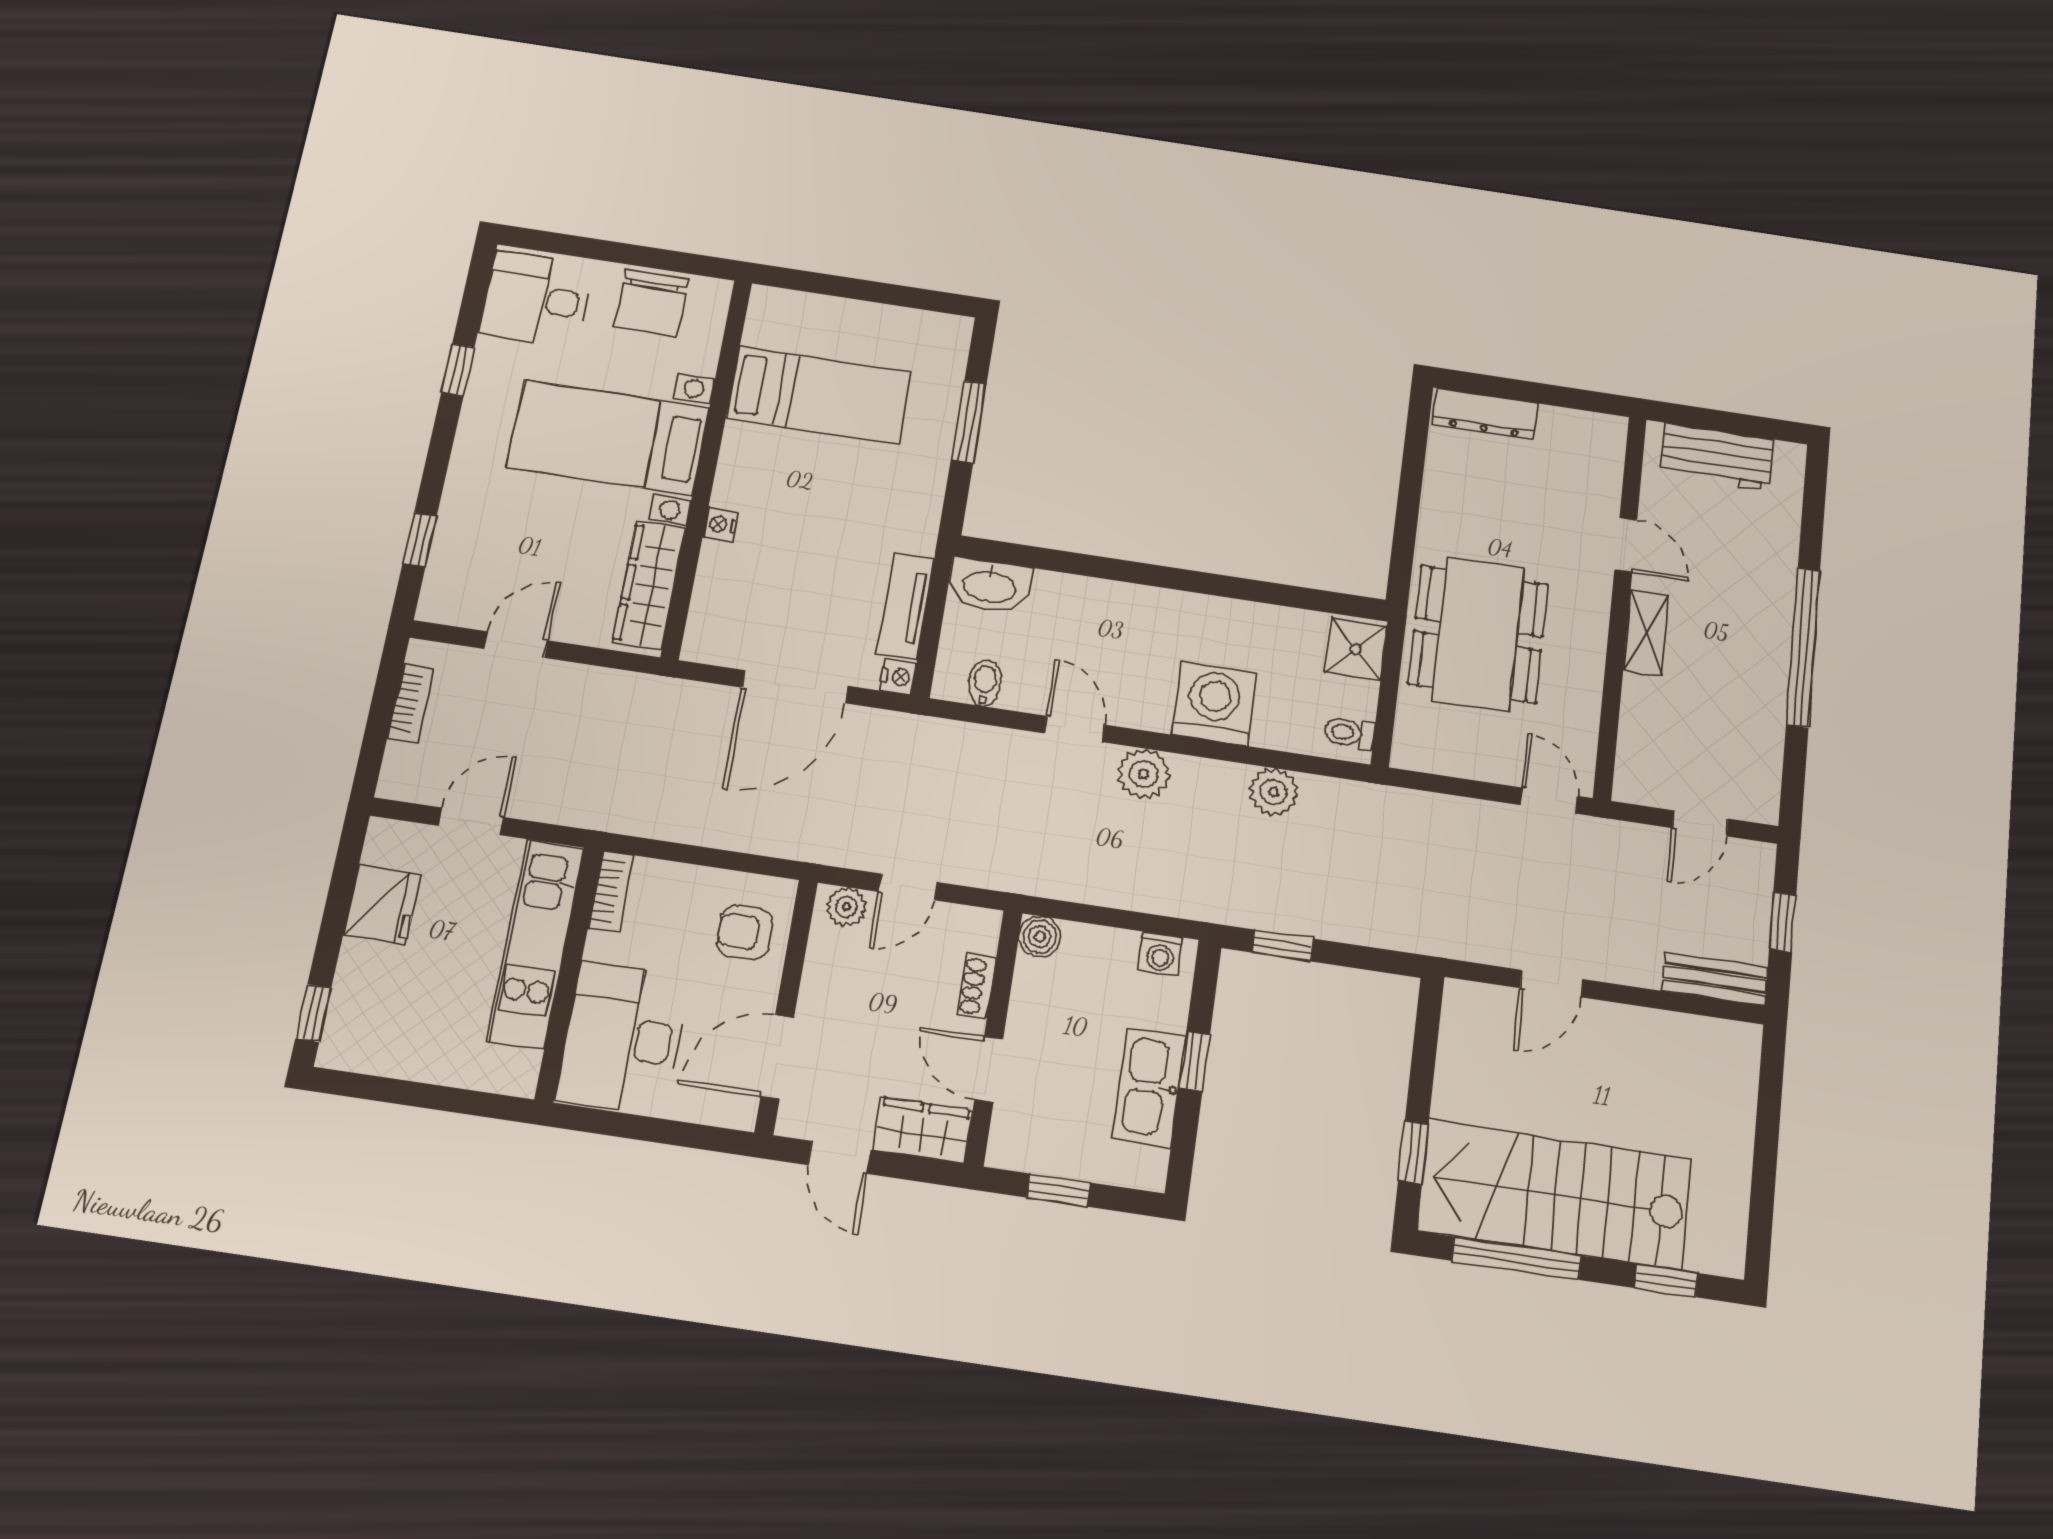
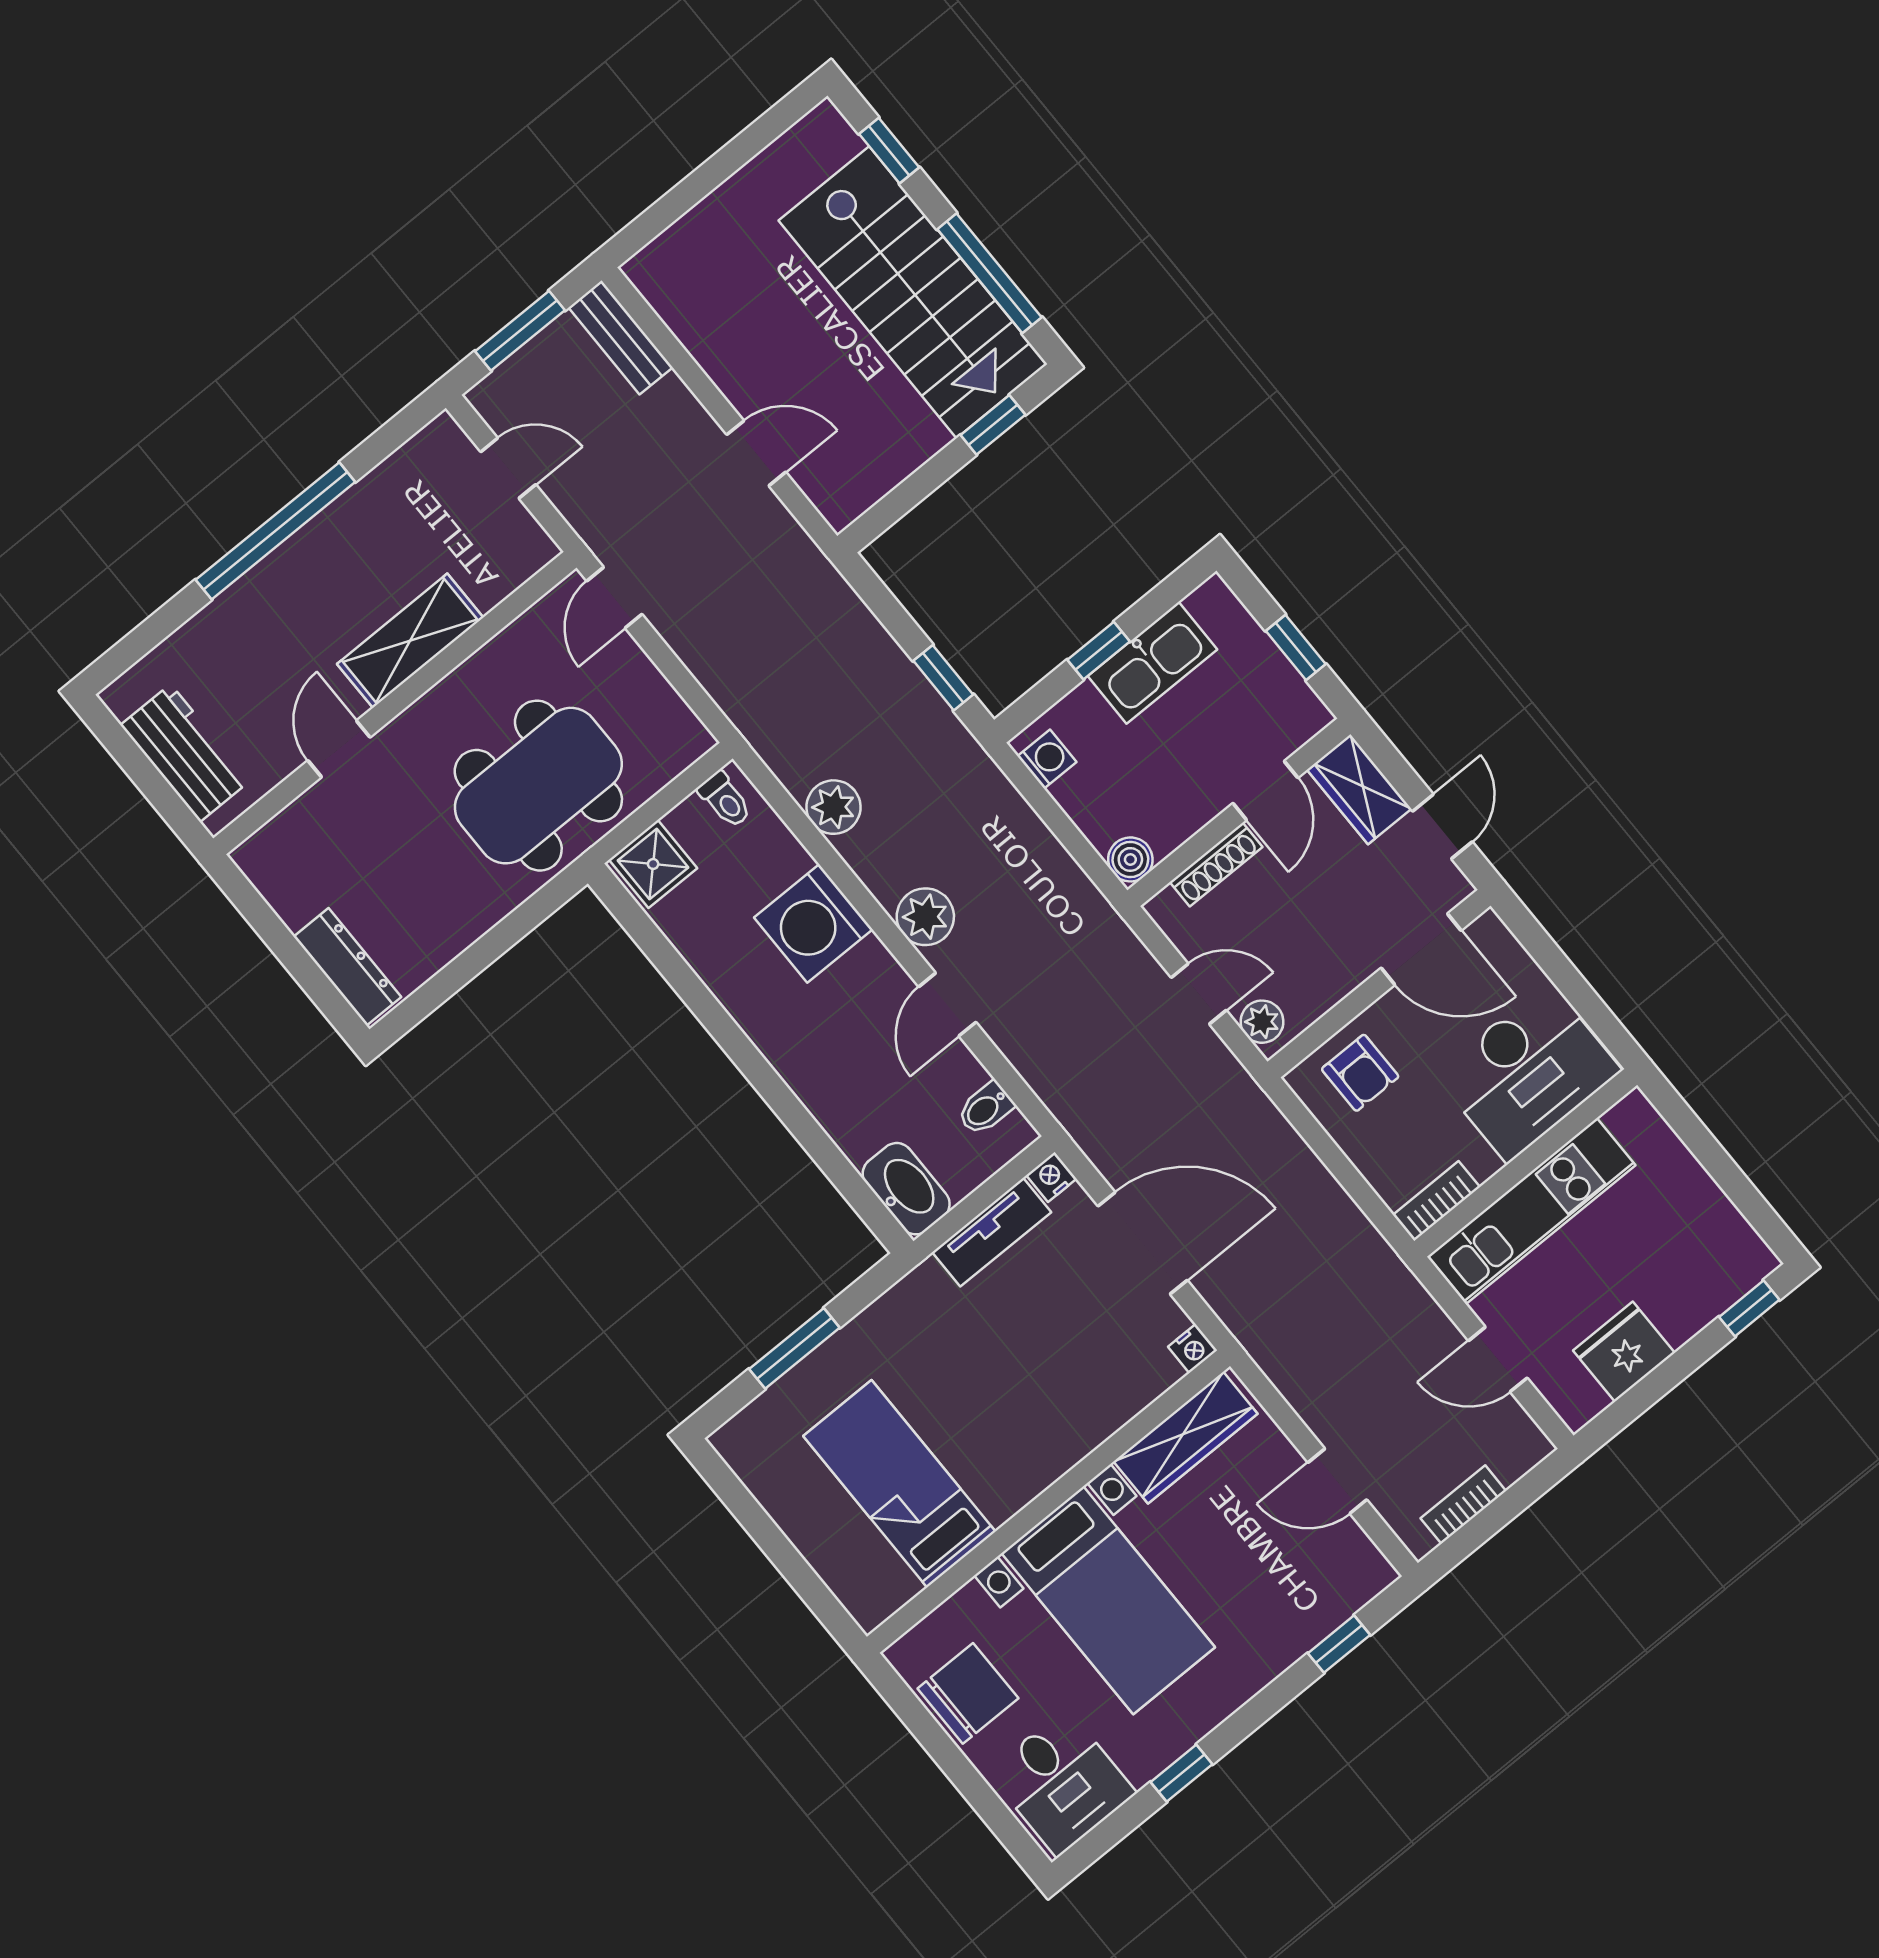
nightstand: (721, 524) -> (1193, 1348), moved
shelving: (1646, 633) -> (410, 641), width x1.50, depth x1.33
window: (1783, 922) -> (520, 331), width x1.50
shoe rack: (977, 986) -> (1216, 865), width x1.43

